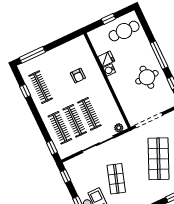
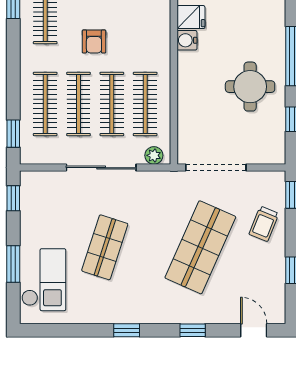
armchair: (78, 76) -> (94, 41), moved
clothes rail: (104, 107) -> (145, 104), added

